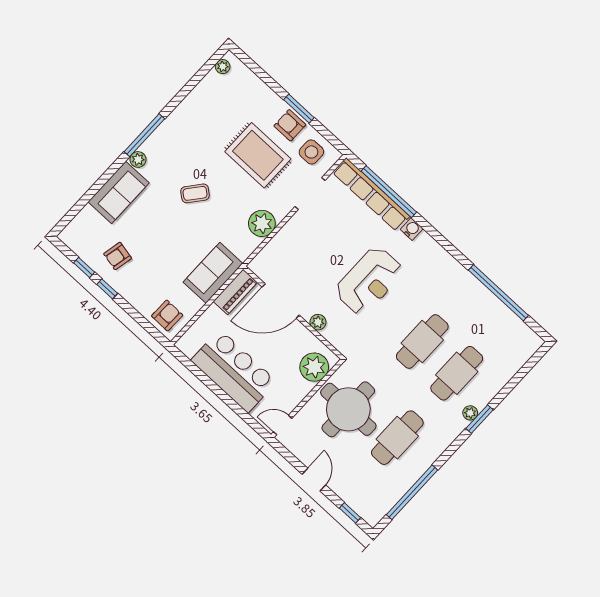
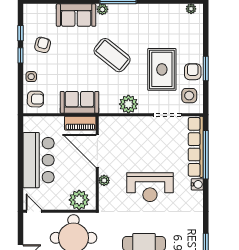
coffee table: (195, 193) -> (112, 55), width x1.86, depth x1.72
armchair: (118, 256) -> (43, 45), turned 93
side table: (140, 298) -> (31, 77), added

